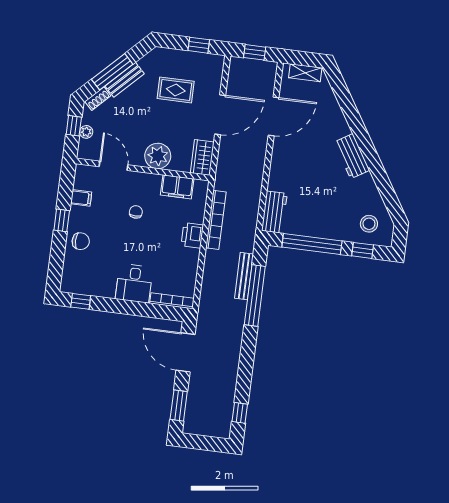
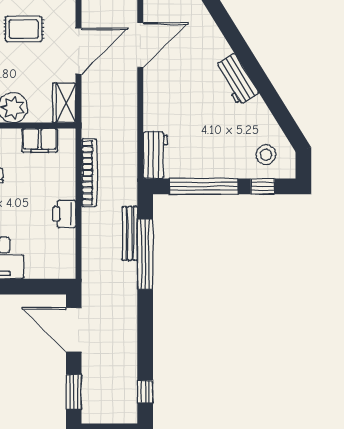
printer: (192, 235) -> (64, 214), moved
bookcase: (172, 301) -> (50, 272), removed

